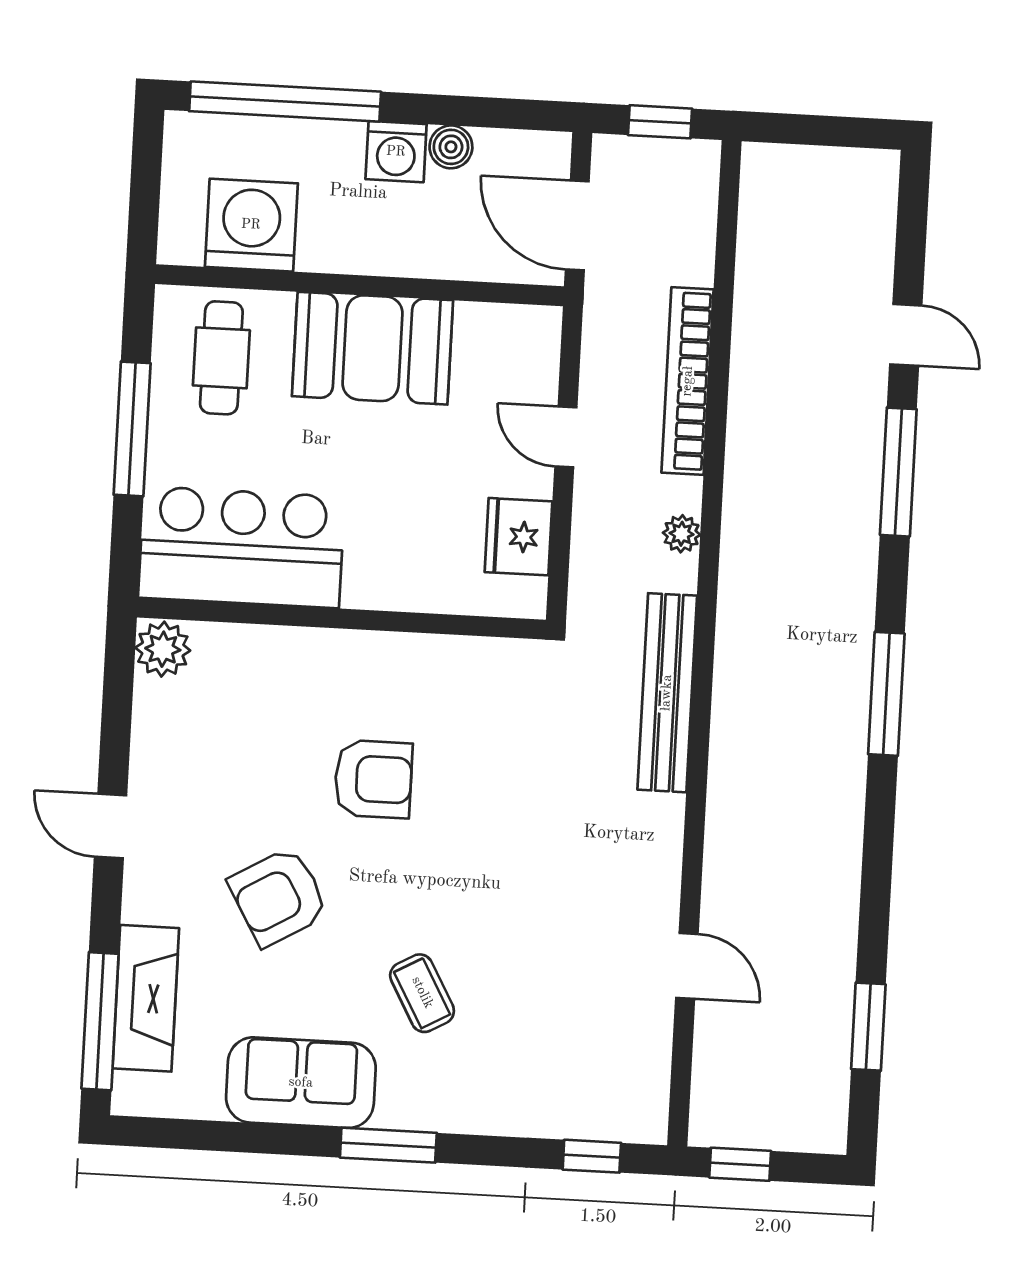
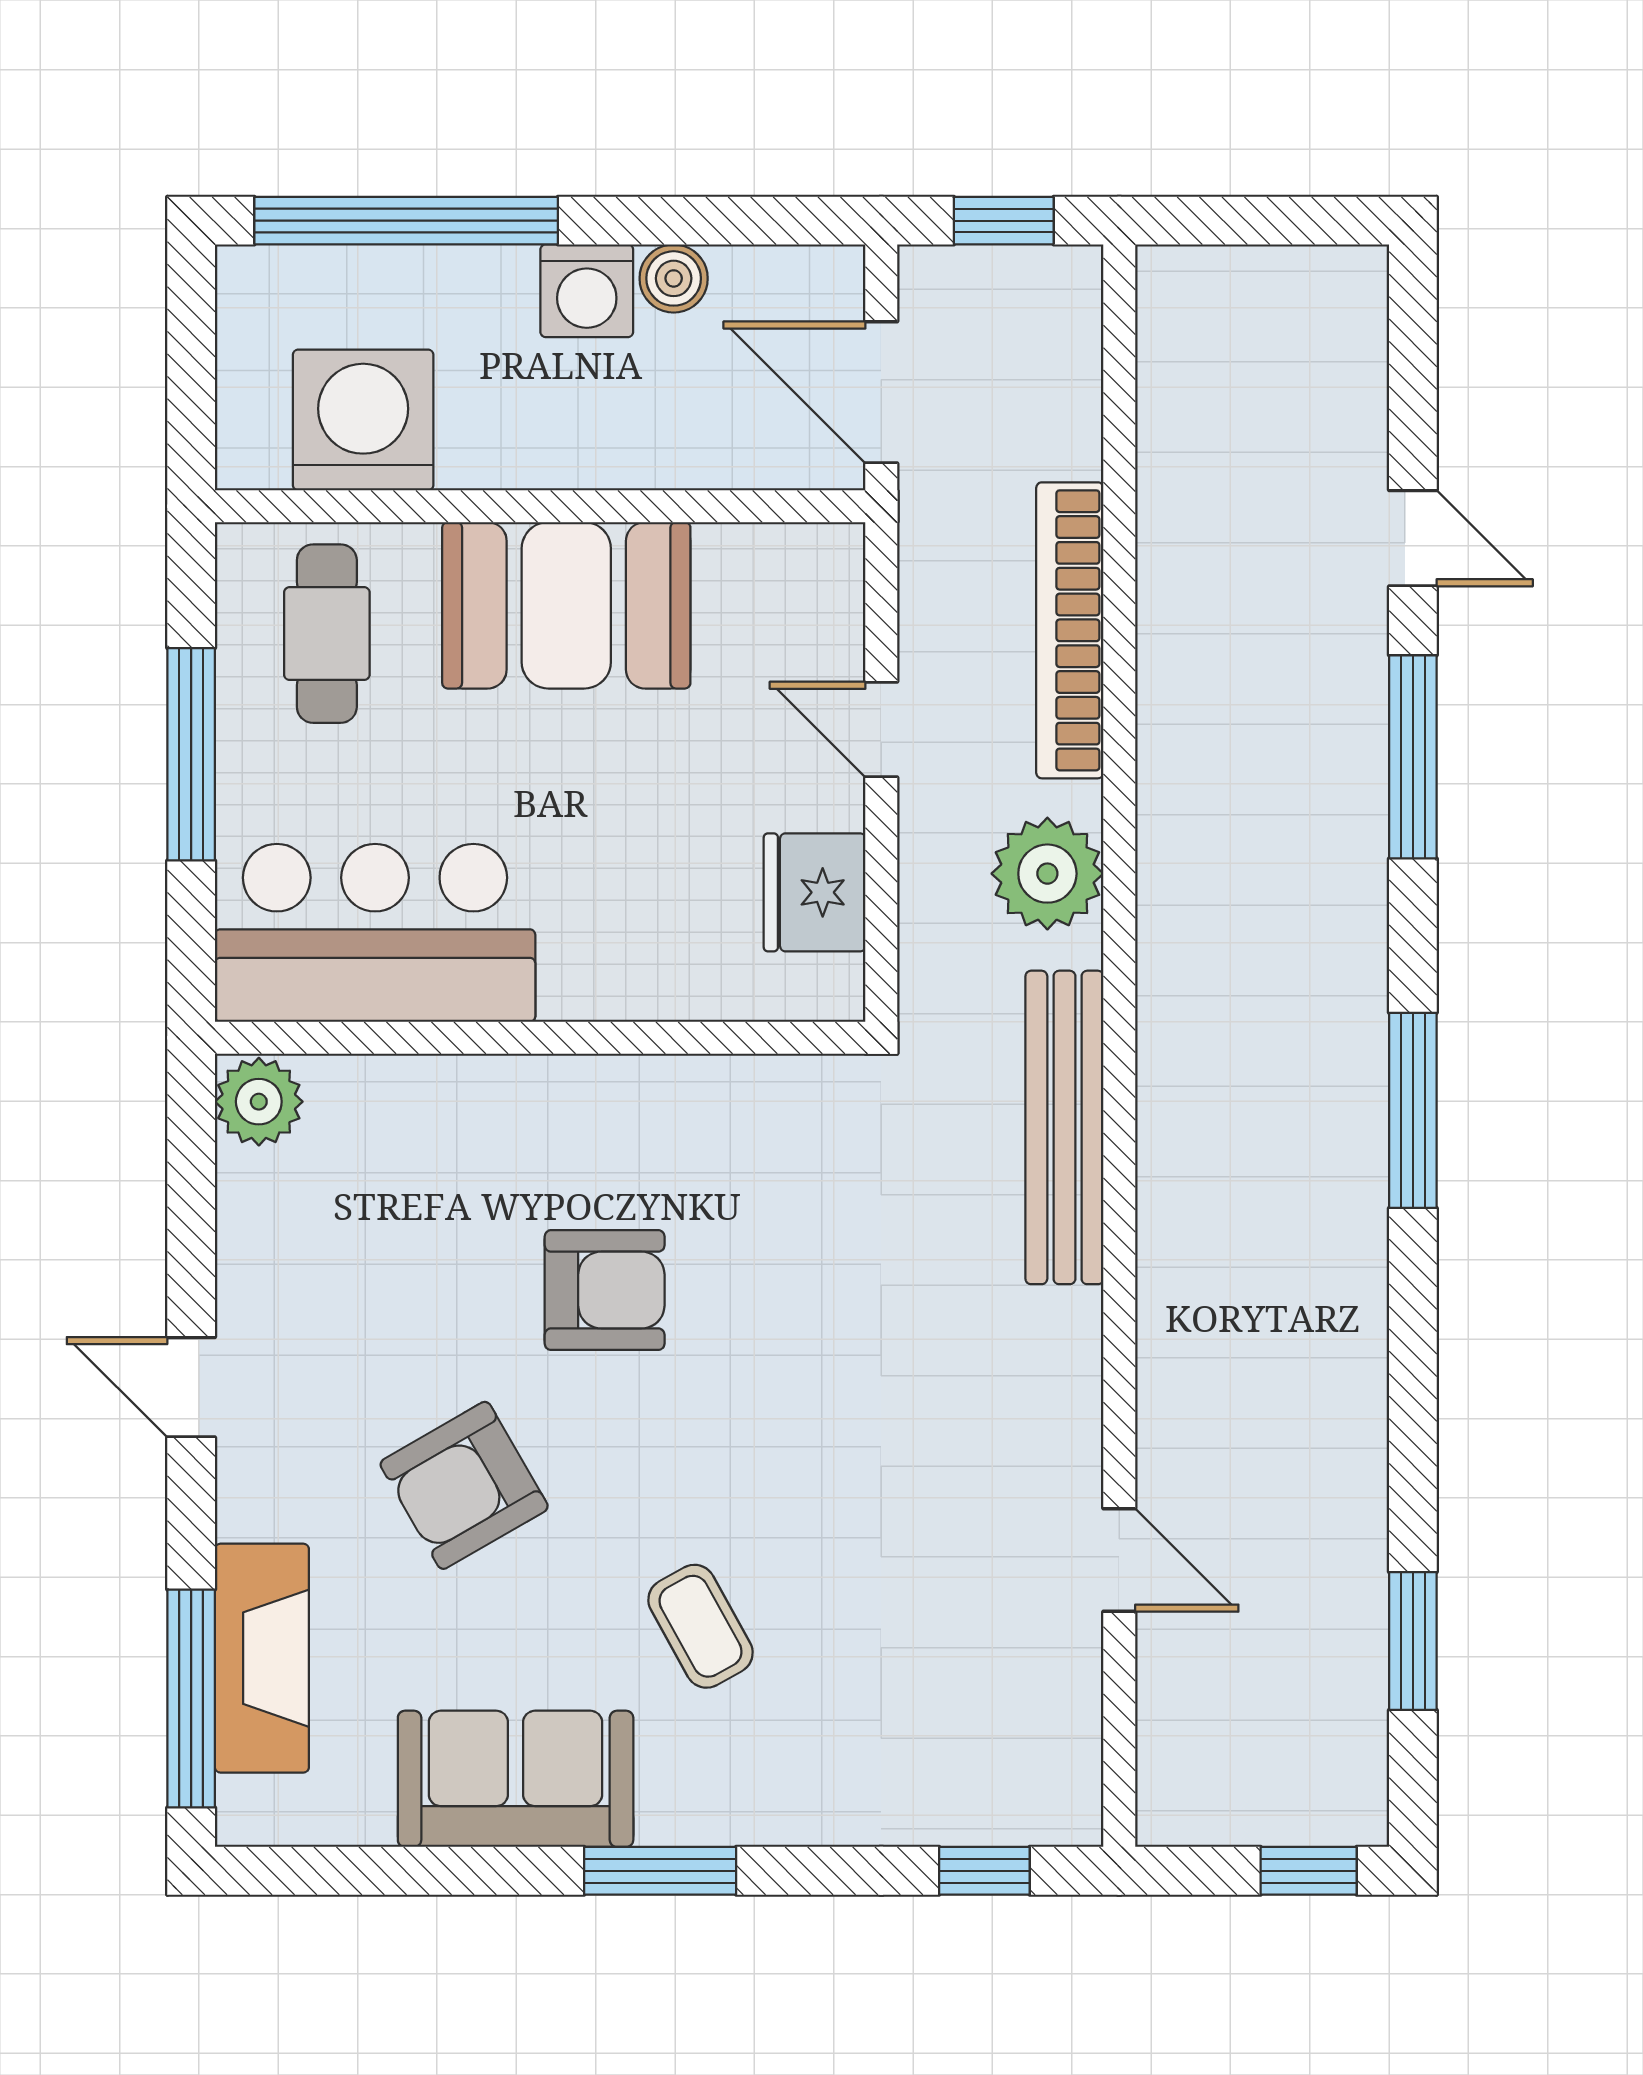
plant: (682, 534) -> (1047, 874), width x1.87, depth x1.87
window: (740, 1164) -> (1309, 1871), moved

